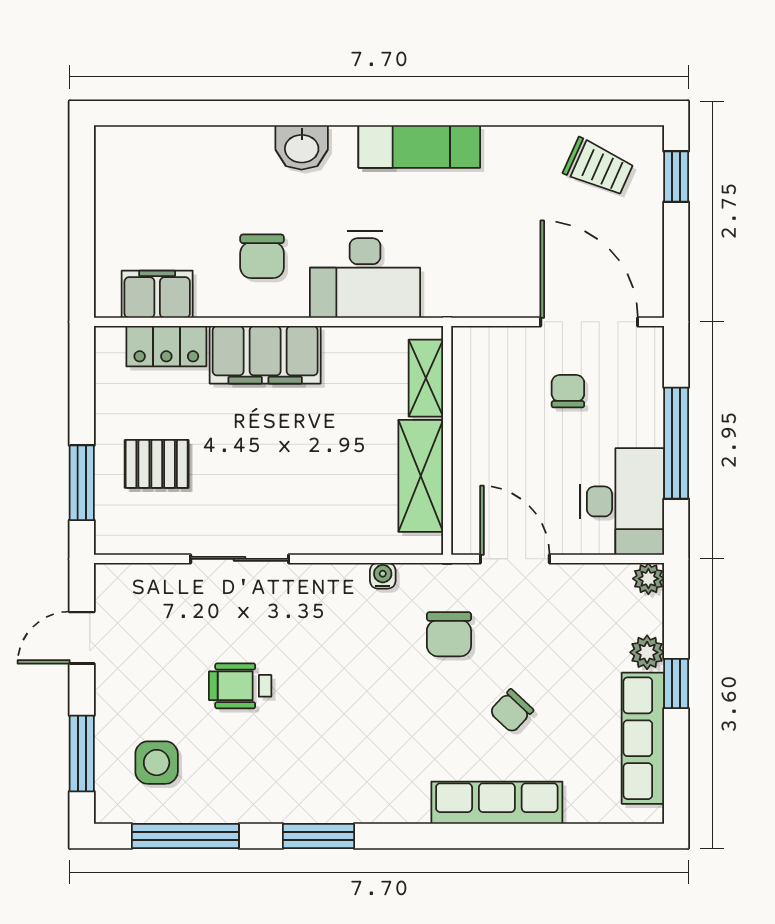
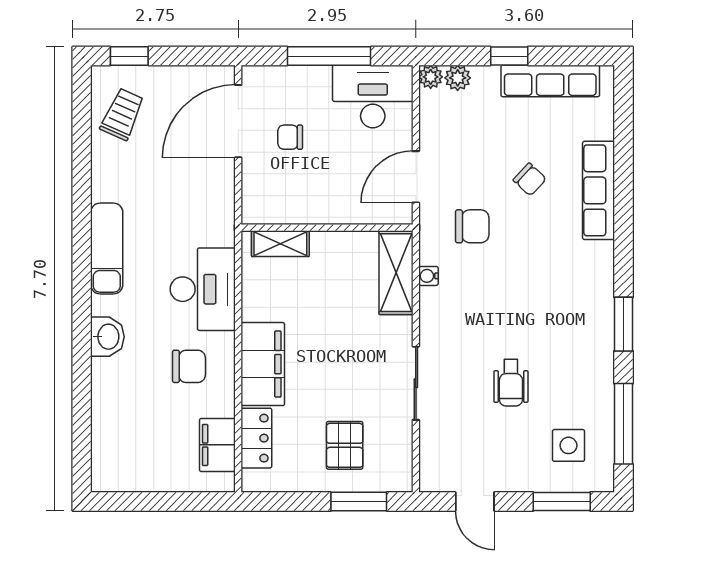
shelving: (421, 476) -> (396, 273), moved, turned 90
plant: (647, 652) -> (458, 78), moved

